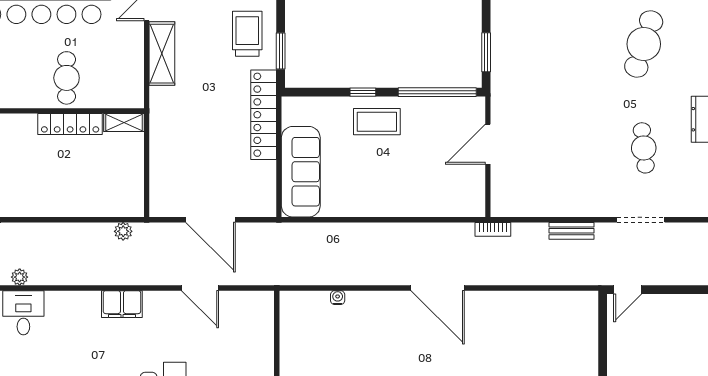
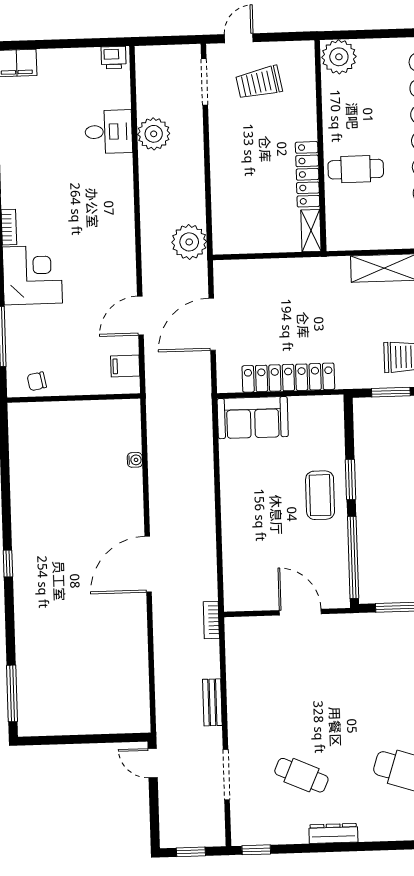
window: (363, 92) -> (351, 480), width x1.50
locker: (264, 115) -> (288, 378), moved
cafe table: (644, 148) -> (301, 775), turned 30
sofa: (301, 172) -> (253, 418), width x0.73
plant: (123, 231) -> (189, 242), width x1.88, depth x1.88
plant: (20, 277) -> (154, 134), width x1.88, depth x1.88
filing cabinet: (122, 304) -> (125, 366), moved, width x0.50

